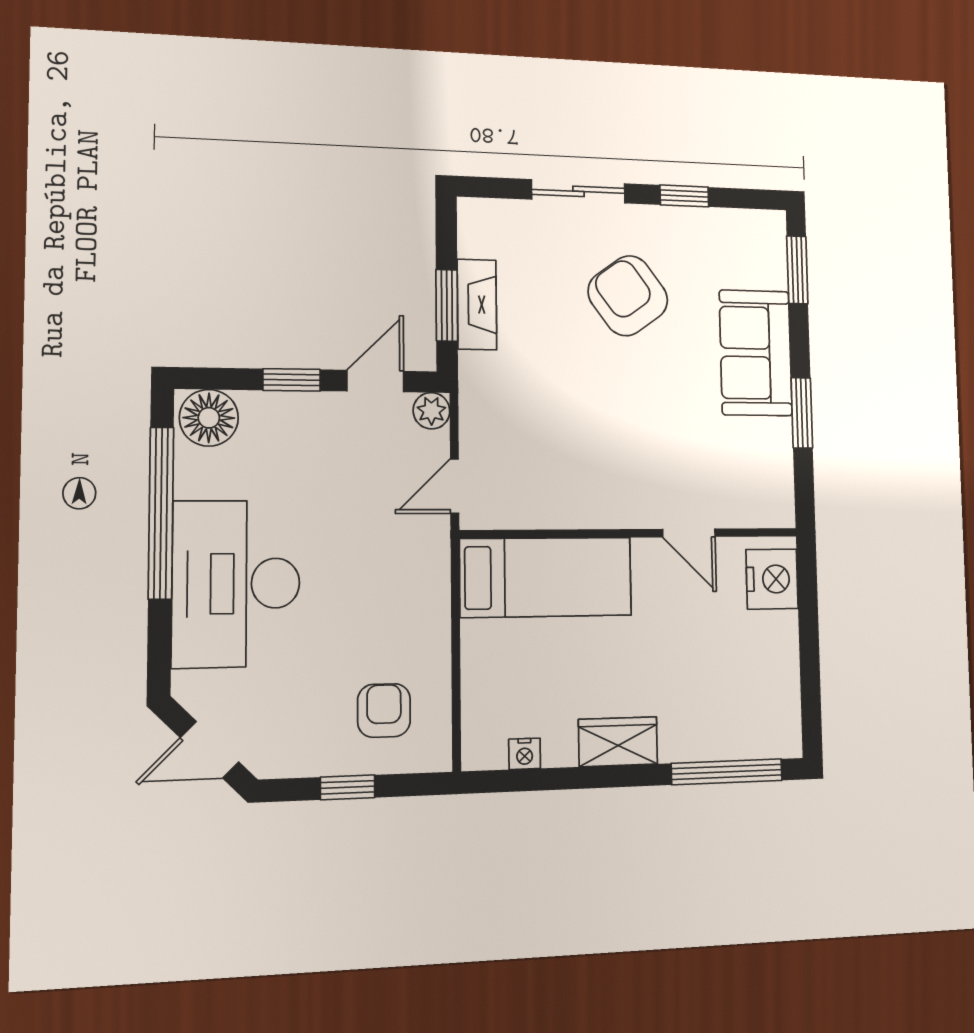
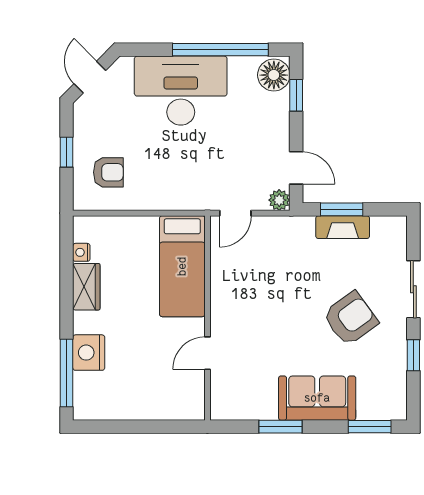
window: (292, 380) -> (296, 95), moved
door: (455, 486) -> (235, 213), swing flipped
nightstand: (772, 579) -> (89, 353), moved, turned 90
wardrobe: (618, 742) -> (86, 287), moved

